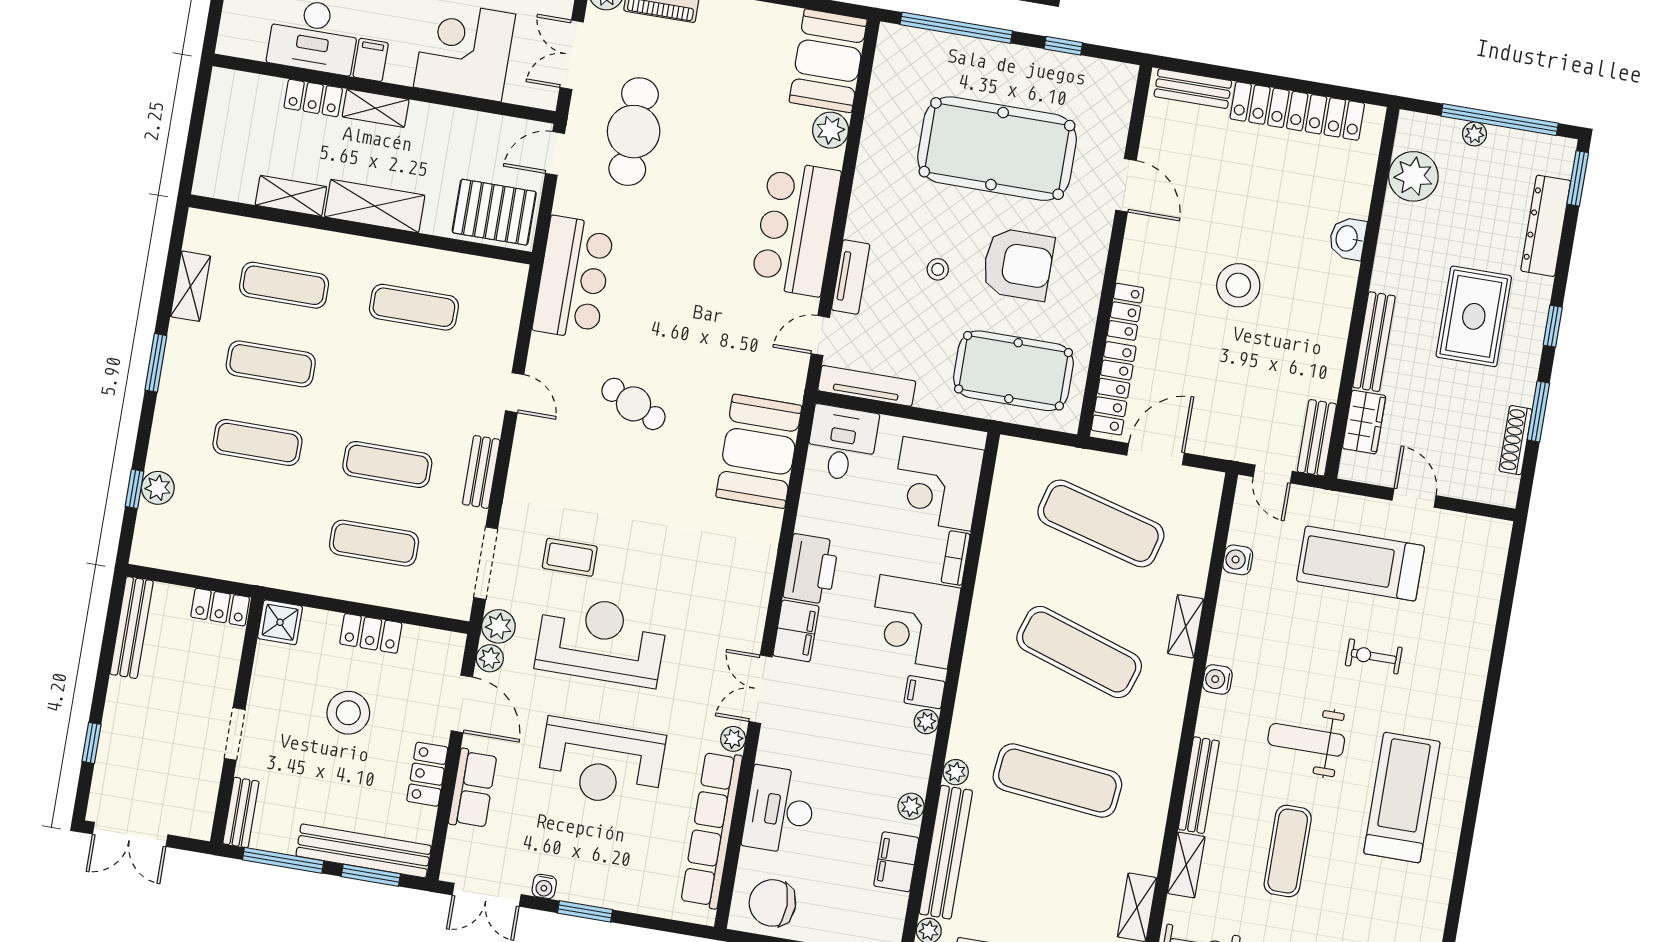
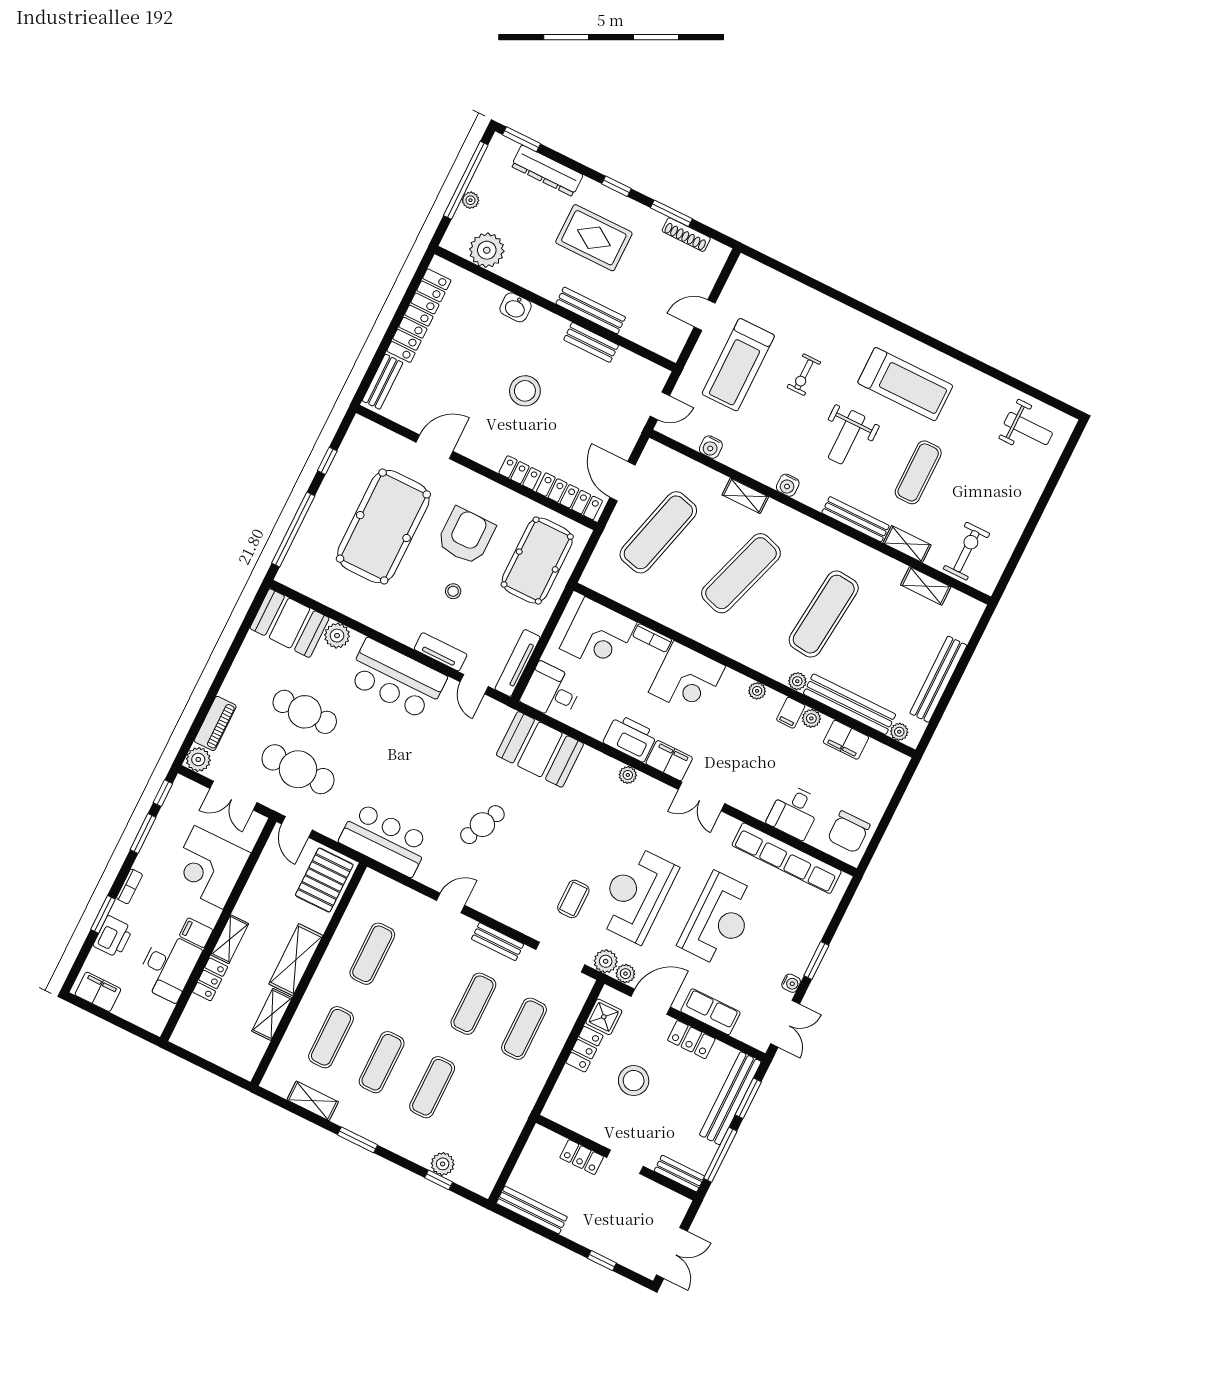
cafe table: (714, 117) -> (305, 712), added
wardrobe: (1364, 422) -> (643, 333), removed
bench: (1317, 438) -> (591, 342), moved
locker: (220, 607) -> (582, 1157), moved, turned 90
shower: (280, 622) -> (604, 1017), moved
filing cabinet: (925, 692) -> (791, 713), moved
plant: (733, 739) -> (628, 775), moved
treadmill: (1402, 798) -> (905, 384), turned 180
desk: (780, 810) -> (794, 812), width x0.73
exercise mat: (1288, 851) -> (918, 472), turned 90

